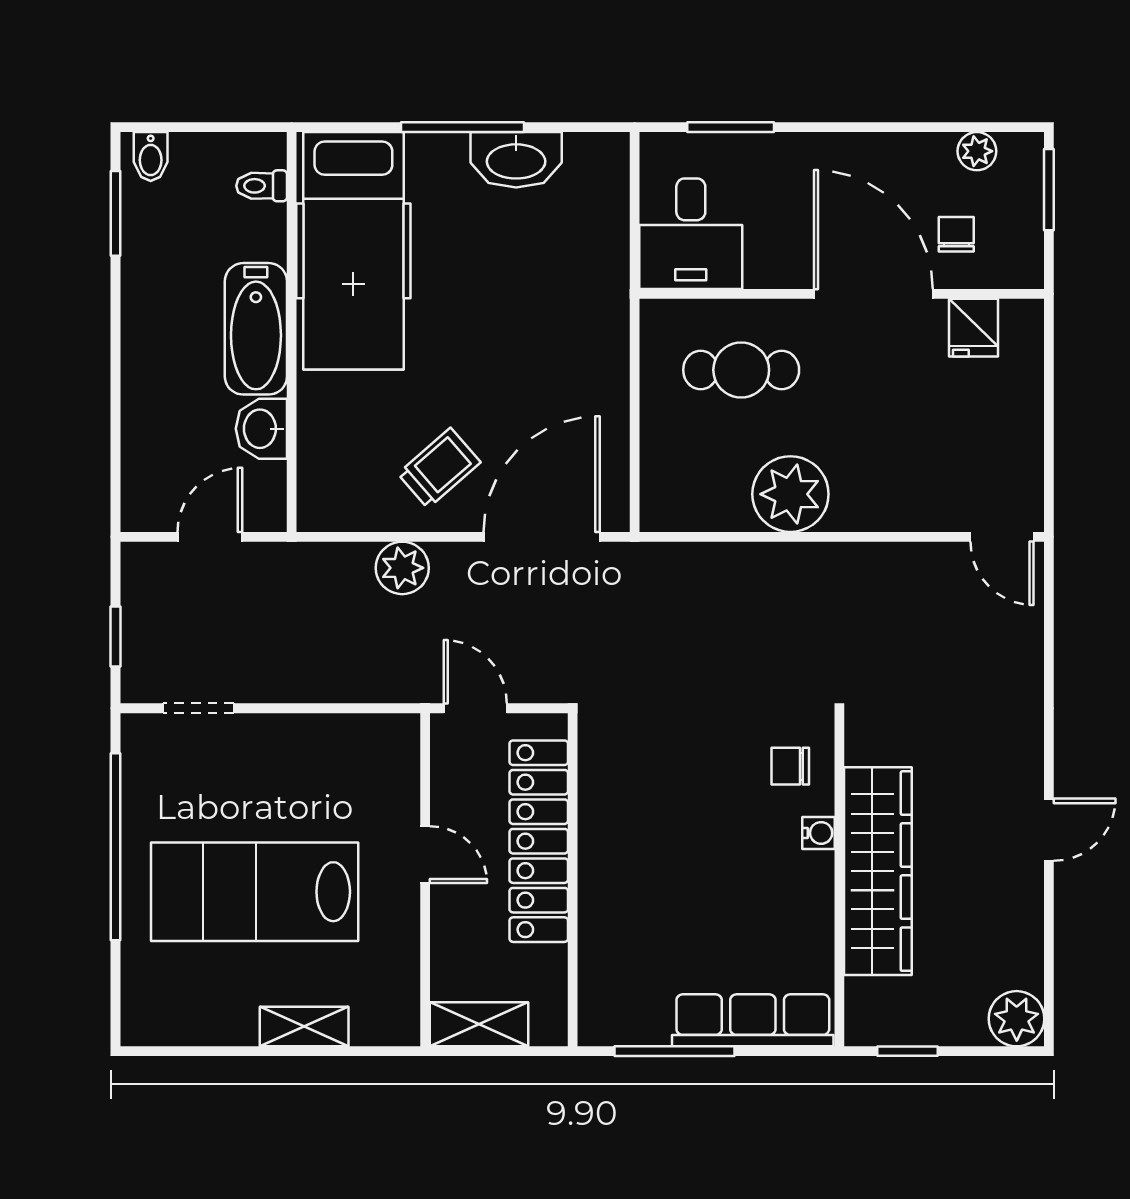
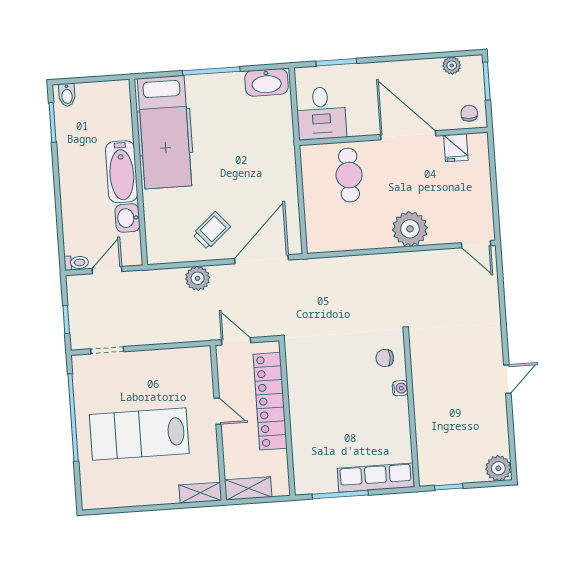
washbasin: (516, 160) -> (266, 82), moved
toilet: (262, 186) -> (76, 263), moved, turned 180
chair: (956, 234) -> (469, 113), moved
cafe table: (741, 370) -> (349, 175), turned 90
plant: (790, 494) -> (410, 229), moved
wardrobe: (878, 871) -> (429, 404), removed
shelving: (304, 1026) -> (200, 493), moved

